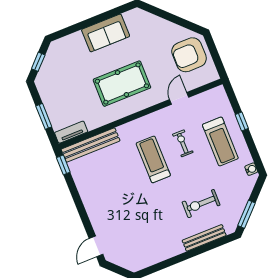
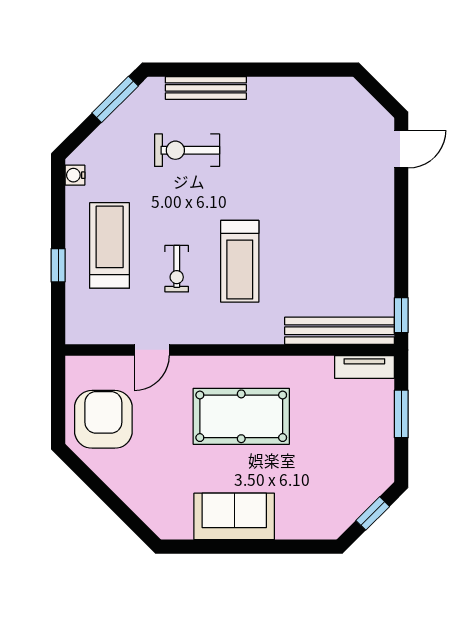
armchair: (189, 55) -> (103, 419), turned -90
exercise bike: (201, 204) -> (187, 150), turned 180

